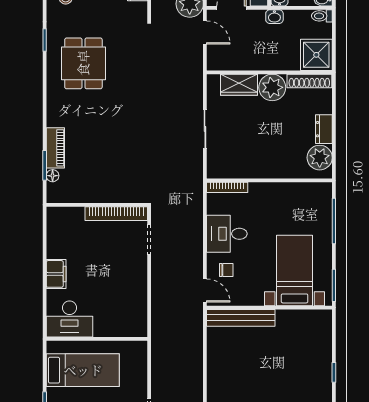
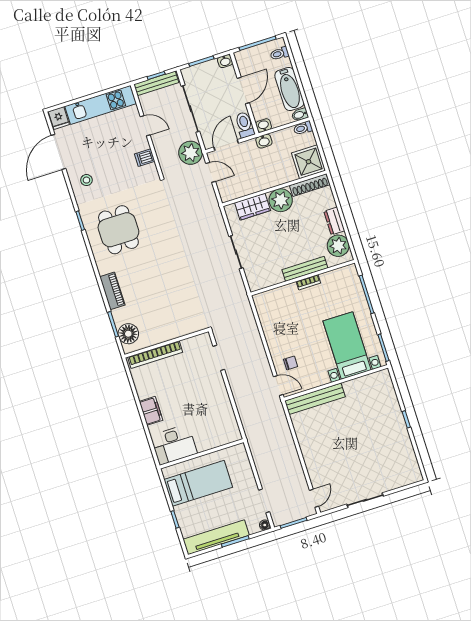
piano: (55, 148) -> (112, 291), moved
bench: (275, 171) -> (305, 269), added
floor lamp: (53, 176) -> (128, 334), width x1.89, depth x1.89
bookcase: (227, 187) -> (308, 282), moved, width x0.64
bookcase: (116, 214) -> (155, 355), moved
desk: (227, 234) -> (281, 333), removed

